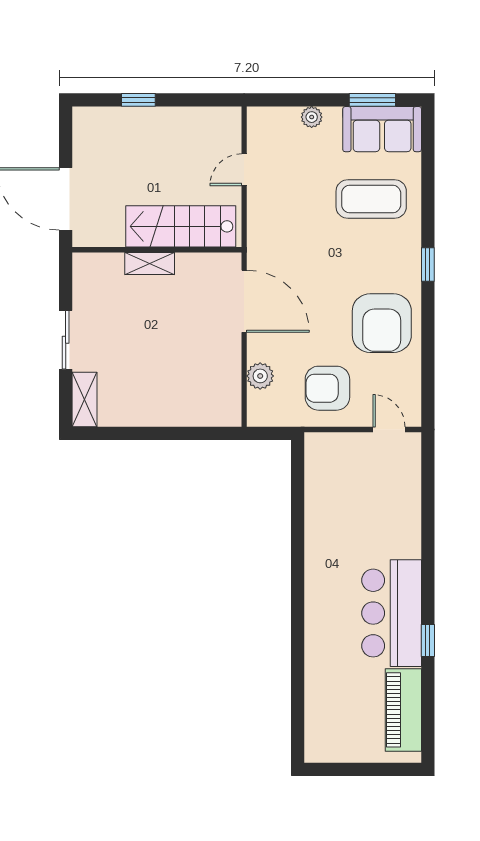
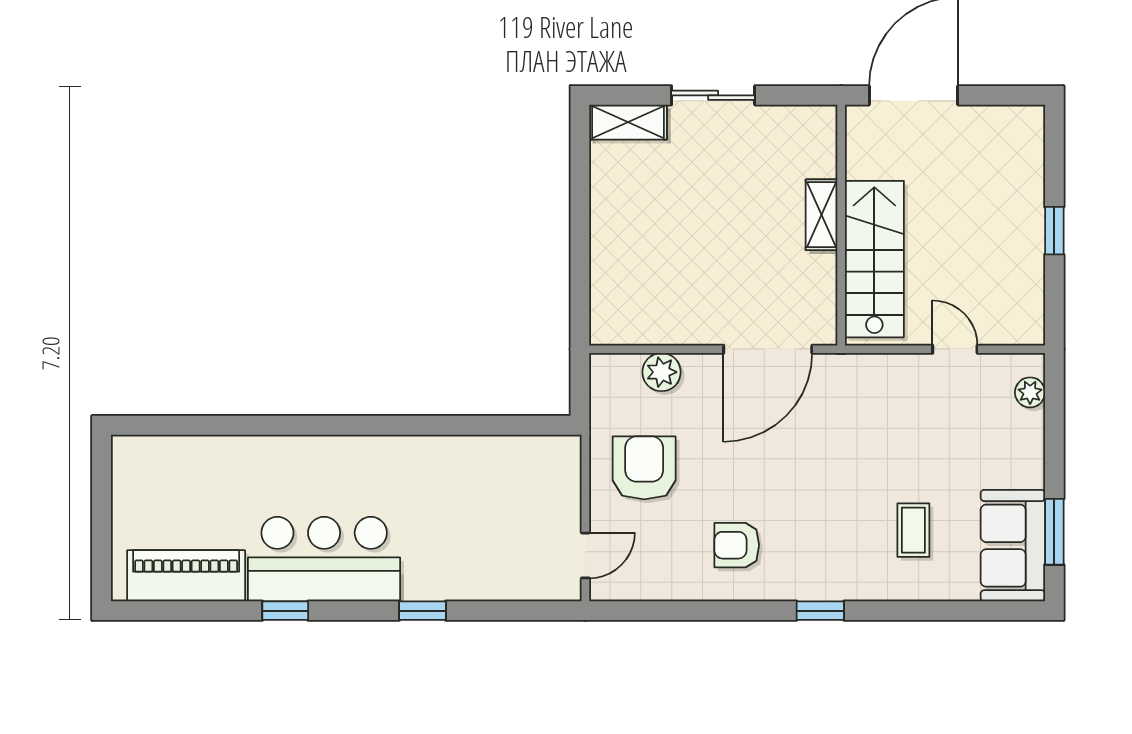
window: (138, 100) -> (1054, 231), moved
plant: (312, 117) -> (1030, 392), moved
coffee table: (371, 199) -> (913, 530), width x0.54, depth x0.58
armchair: (382, 323) -> (737, 545), width x0.53, depth x0.53
window: (428, 544) -> (422, 611), added

